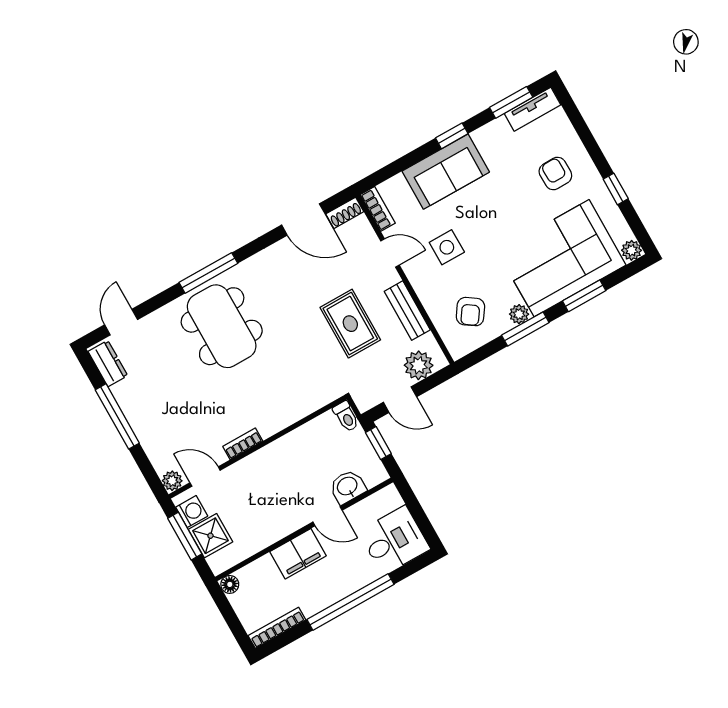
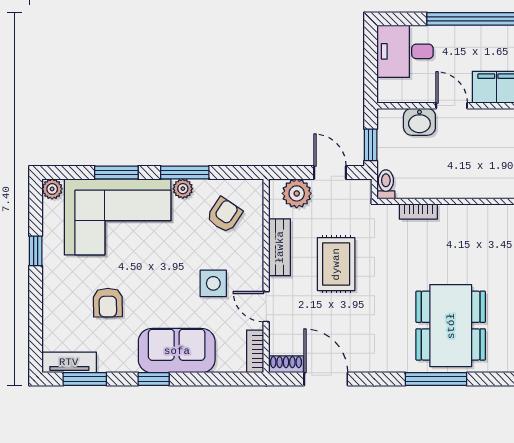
armchair: (555, 173) -> (108, 303), moved
bookcase: (243, 444) -> (418, 212), moved

